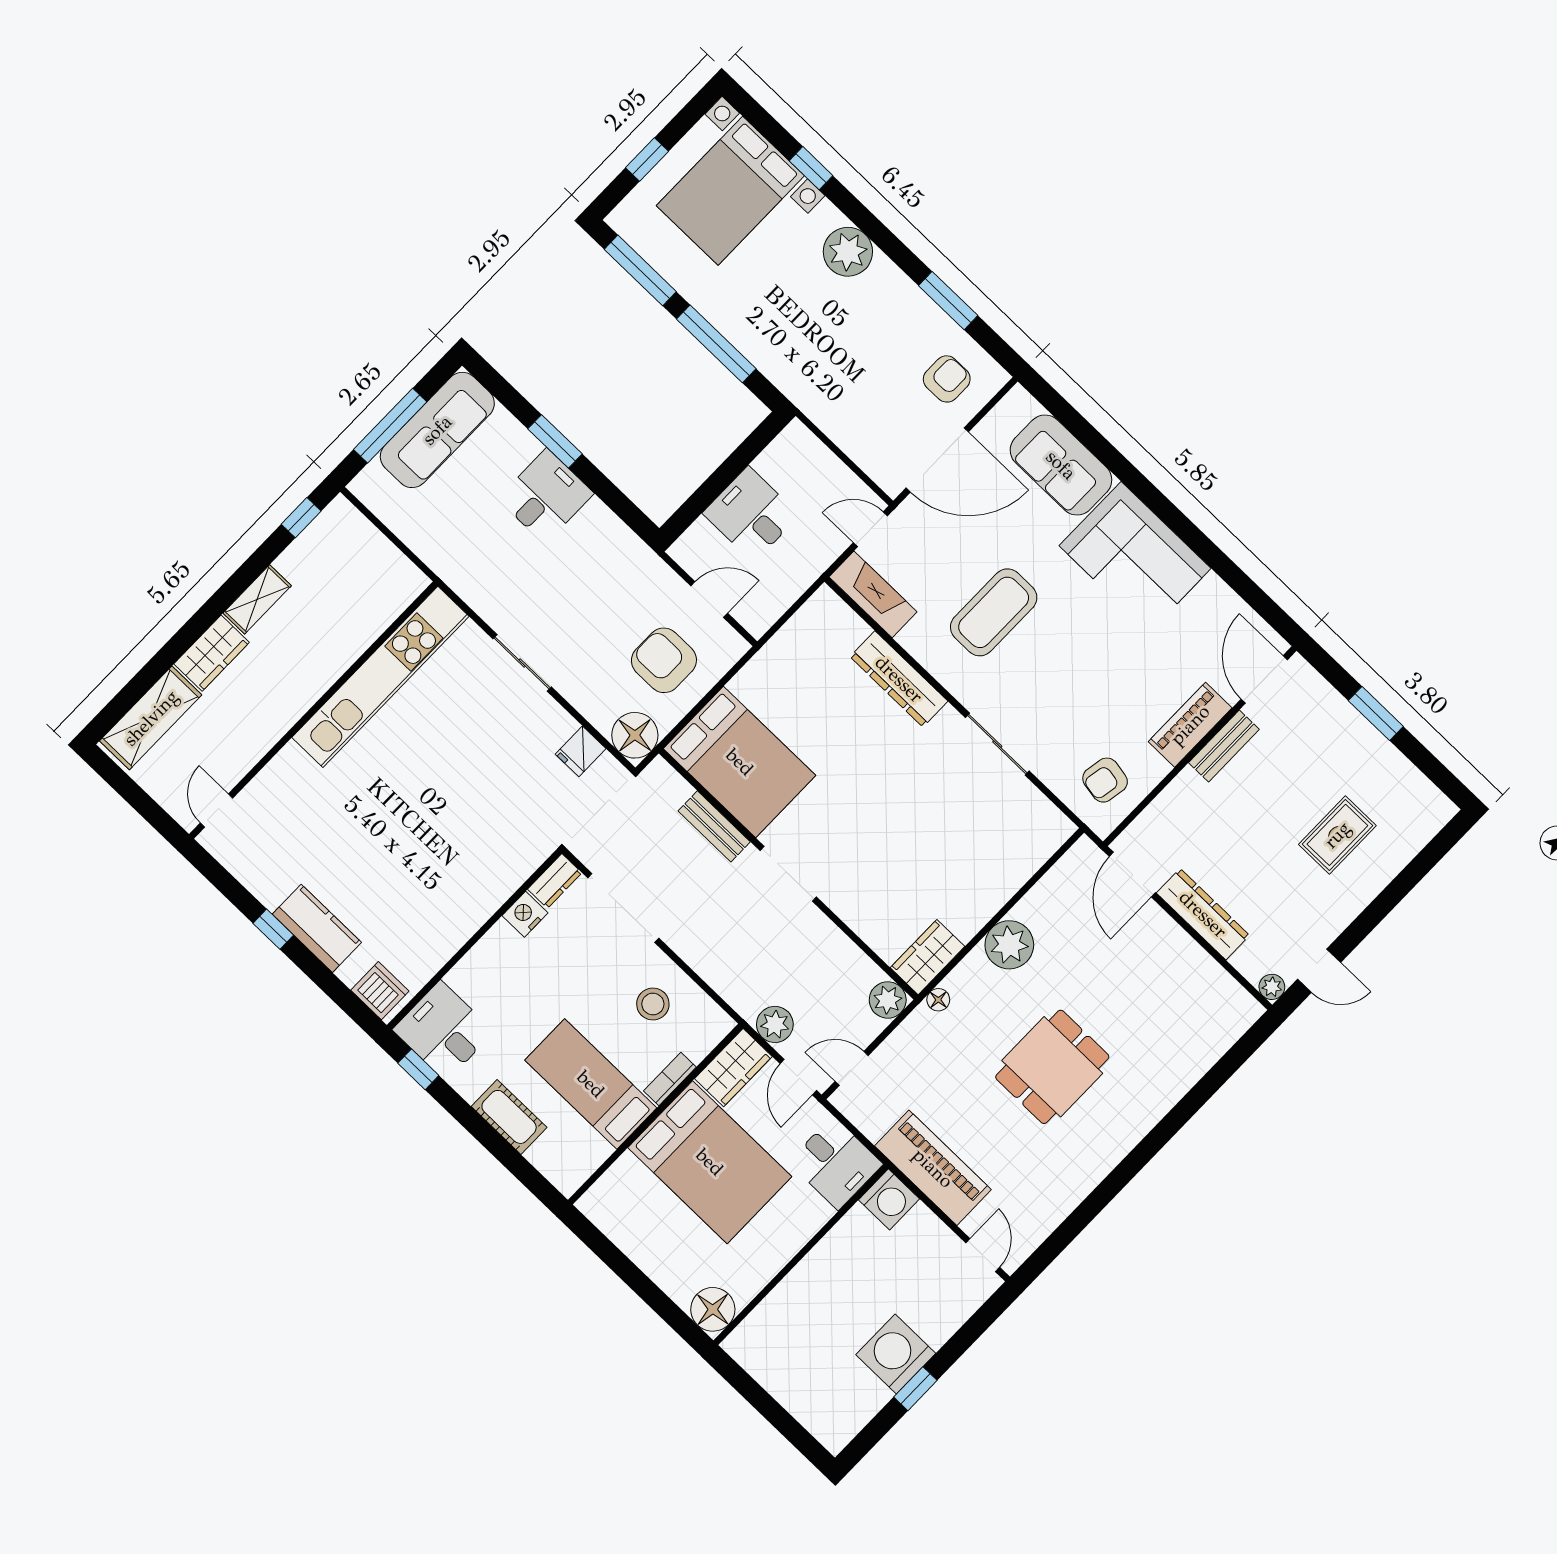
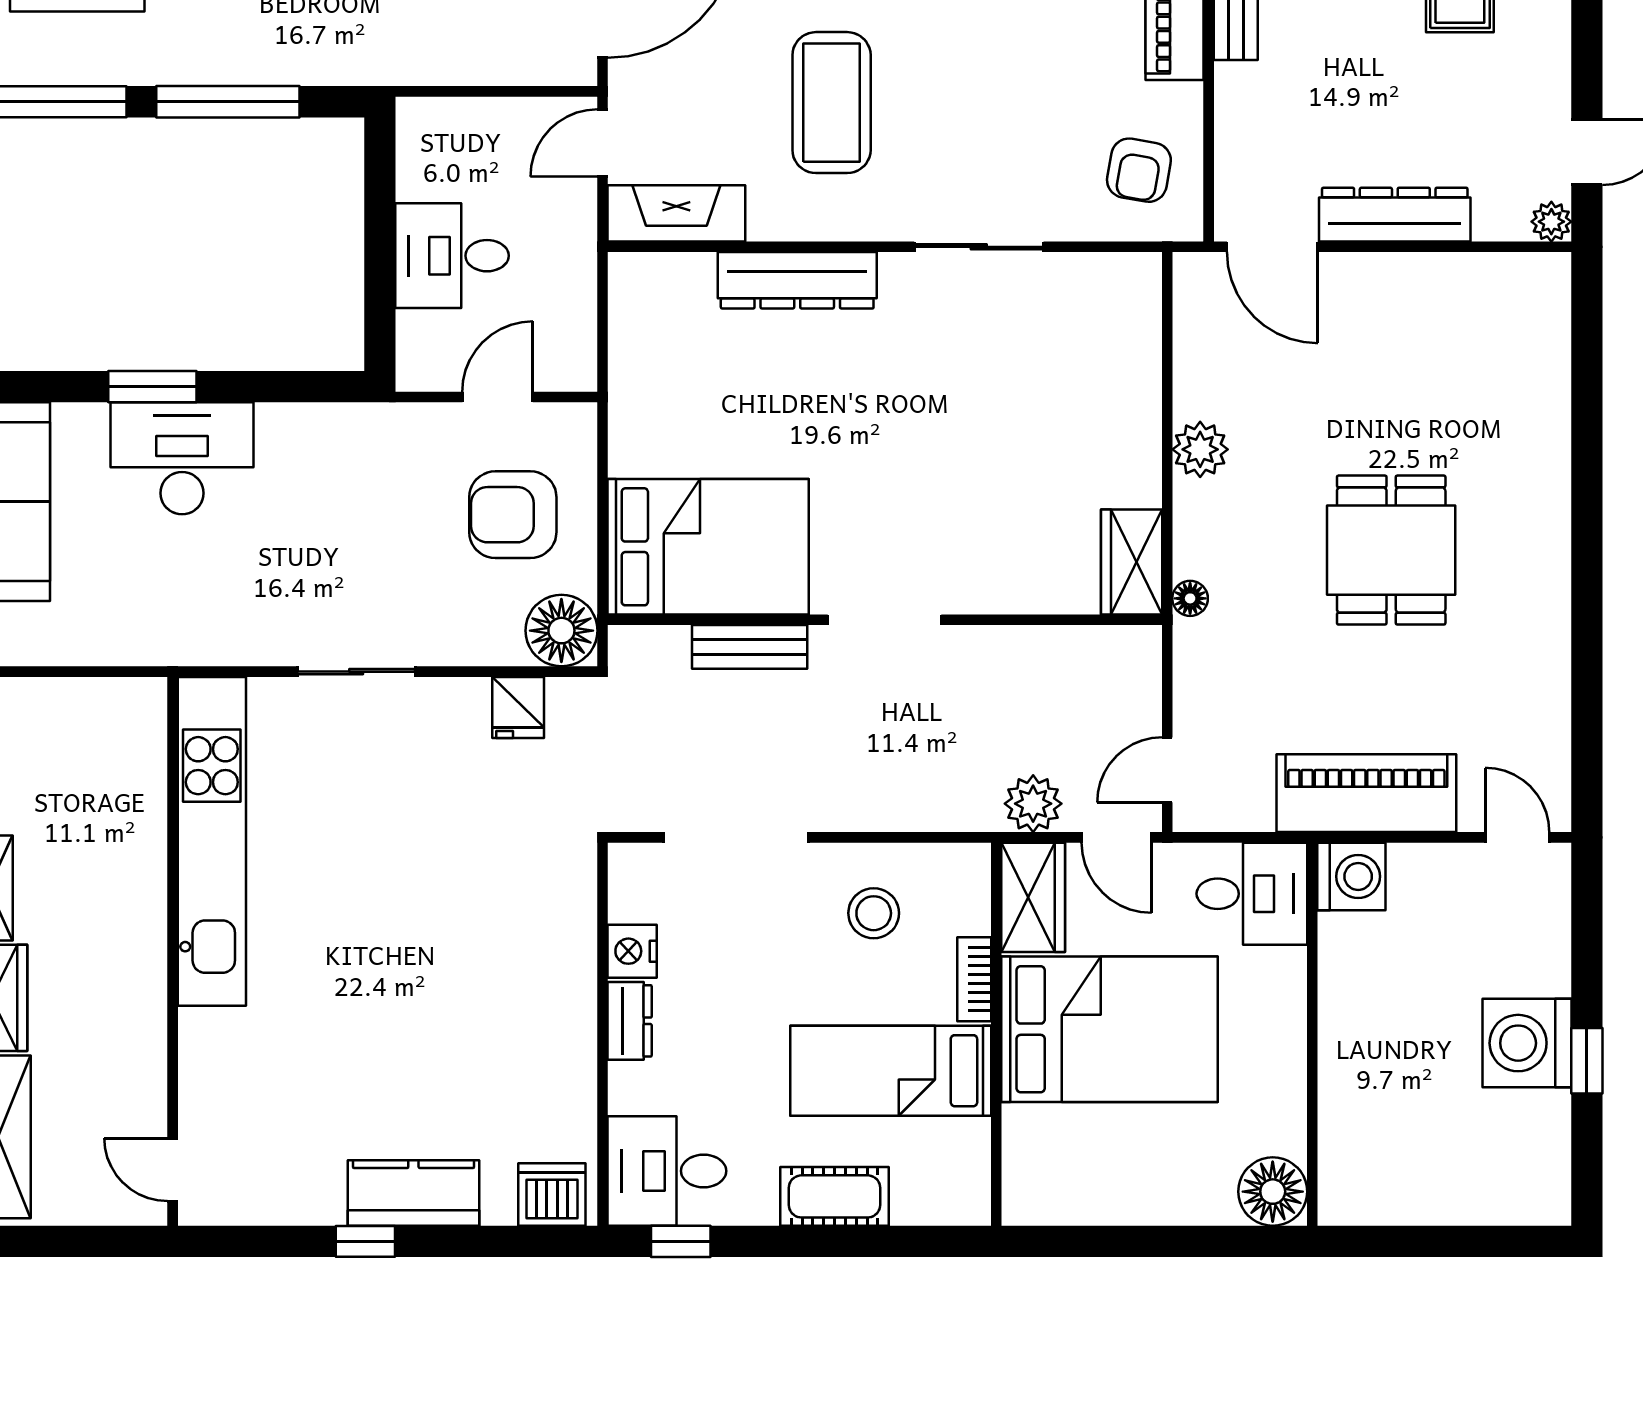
desk: (546, 496) -> (182, 458), width x1.37
dresser: (555, 881) -> (630, 1021), moved
plant: (1009, 945) -> (1200, 449), width x0.73, depth x0.73
plant: (888, 1000) -> (1133, 654), removed

